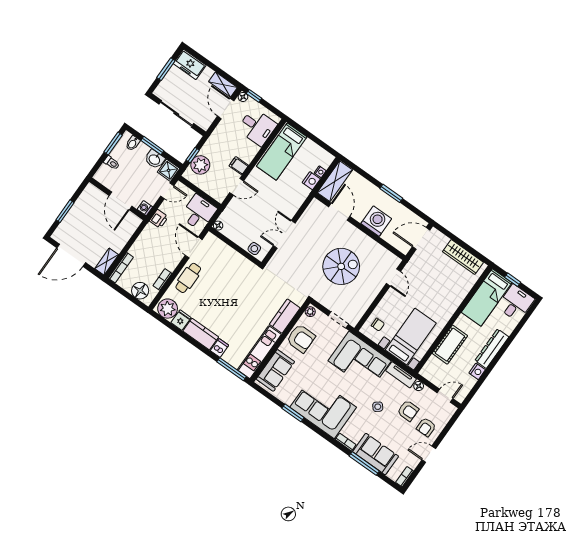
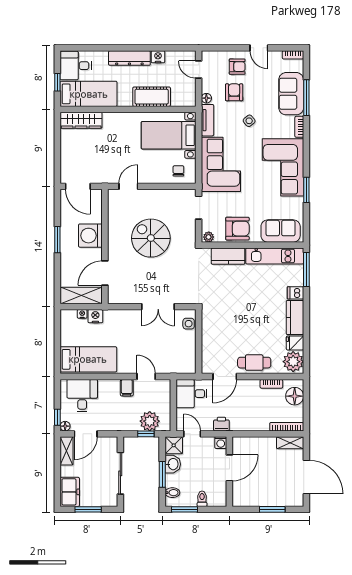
floor lamp: (218, 226) -> (191, 369), removed
wardrobe: (463, 257) -> (81, 120), moved, turned 90
armchair: (301, 338) -> (237, 229), turned 90

